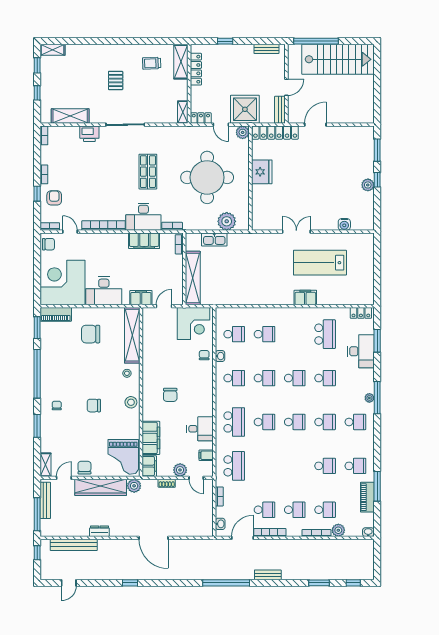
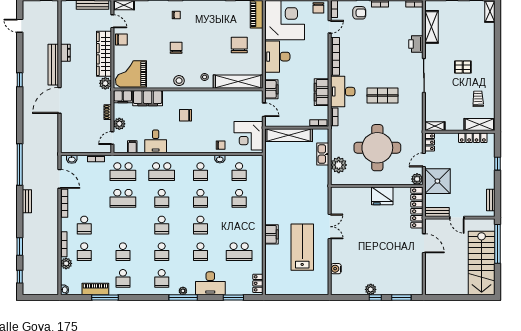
desk: (361, 351) -> (210, 283), moved
school desk: (264, 510) -> (123, 198), moved, width x1.85
bench: (74, 545) -> (53, 65), moved

